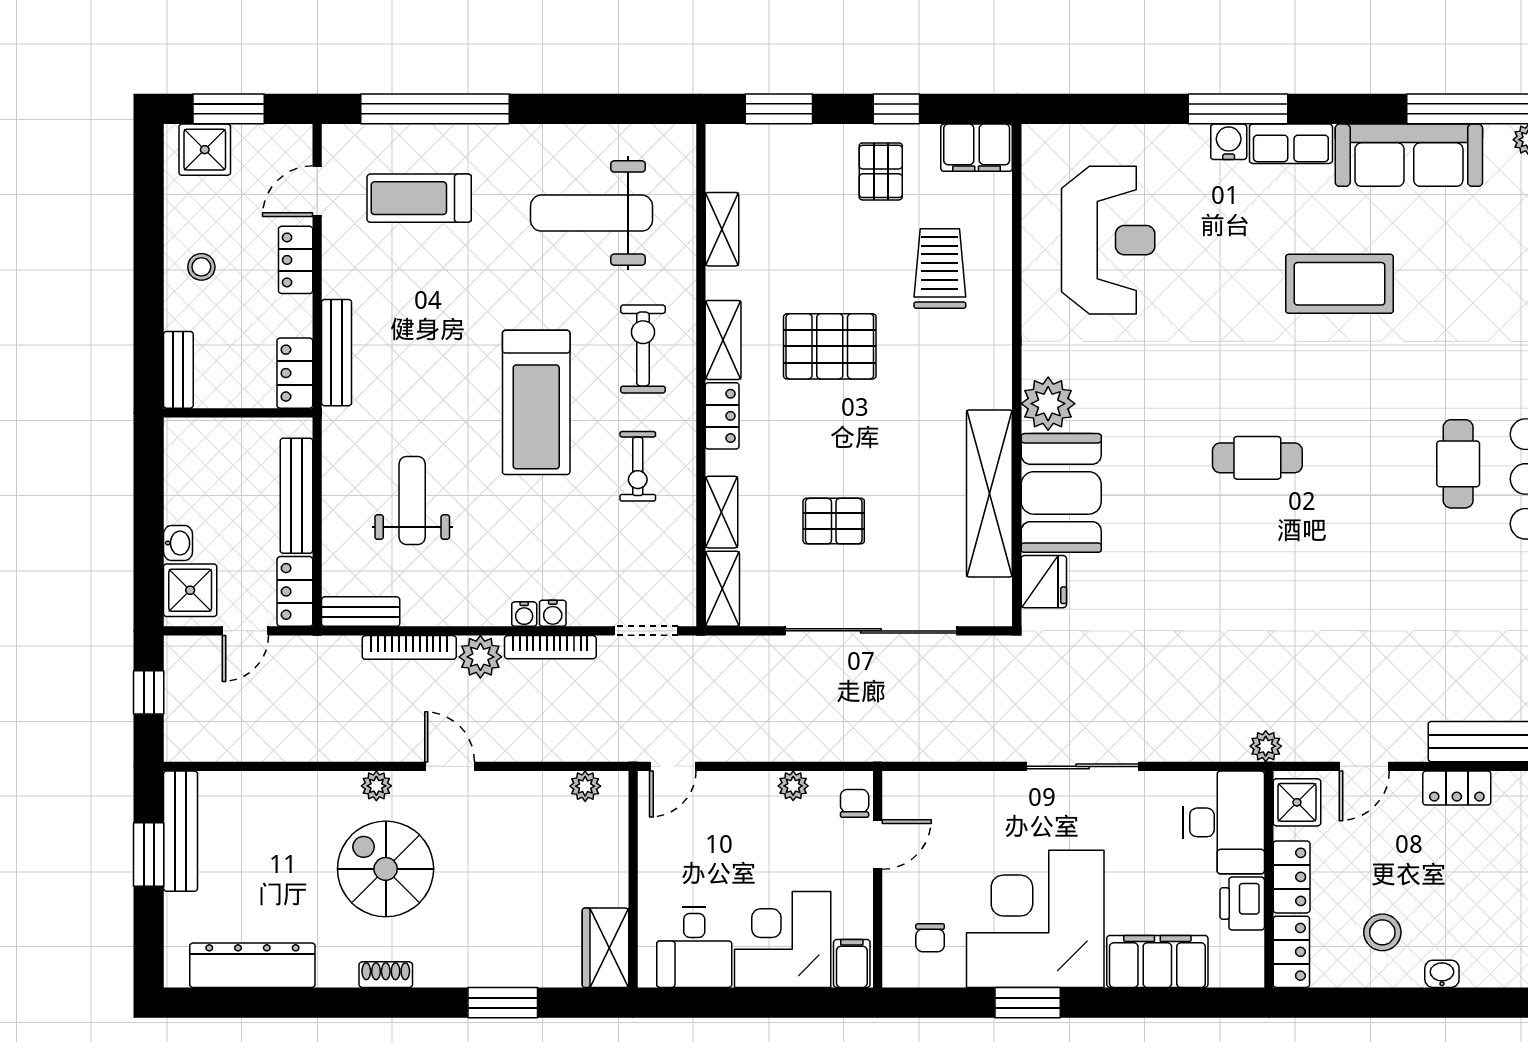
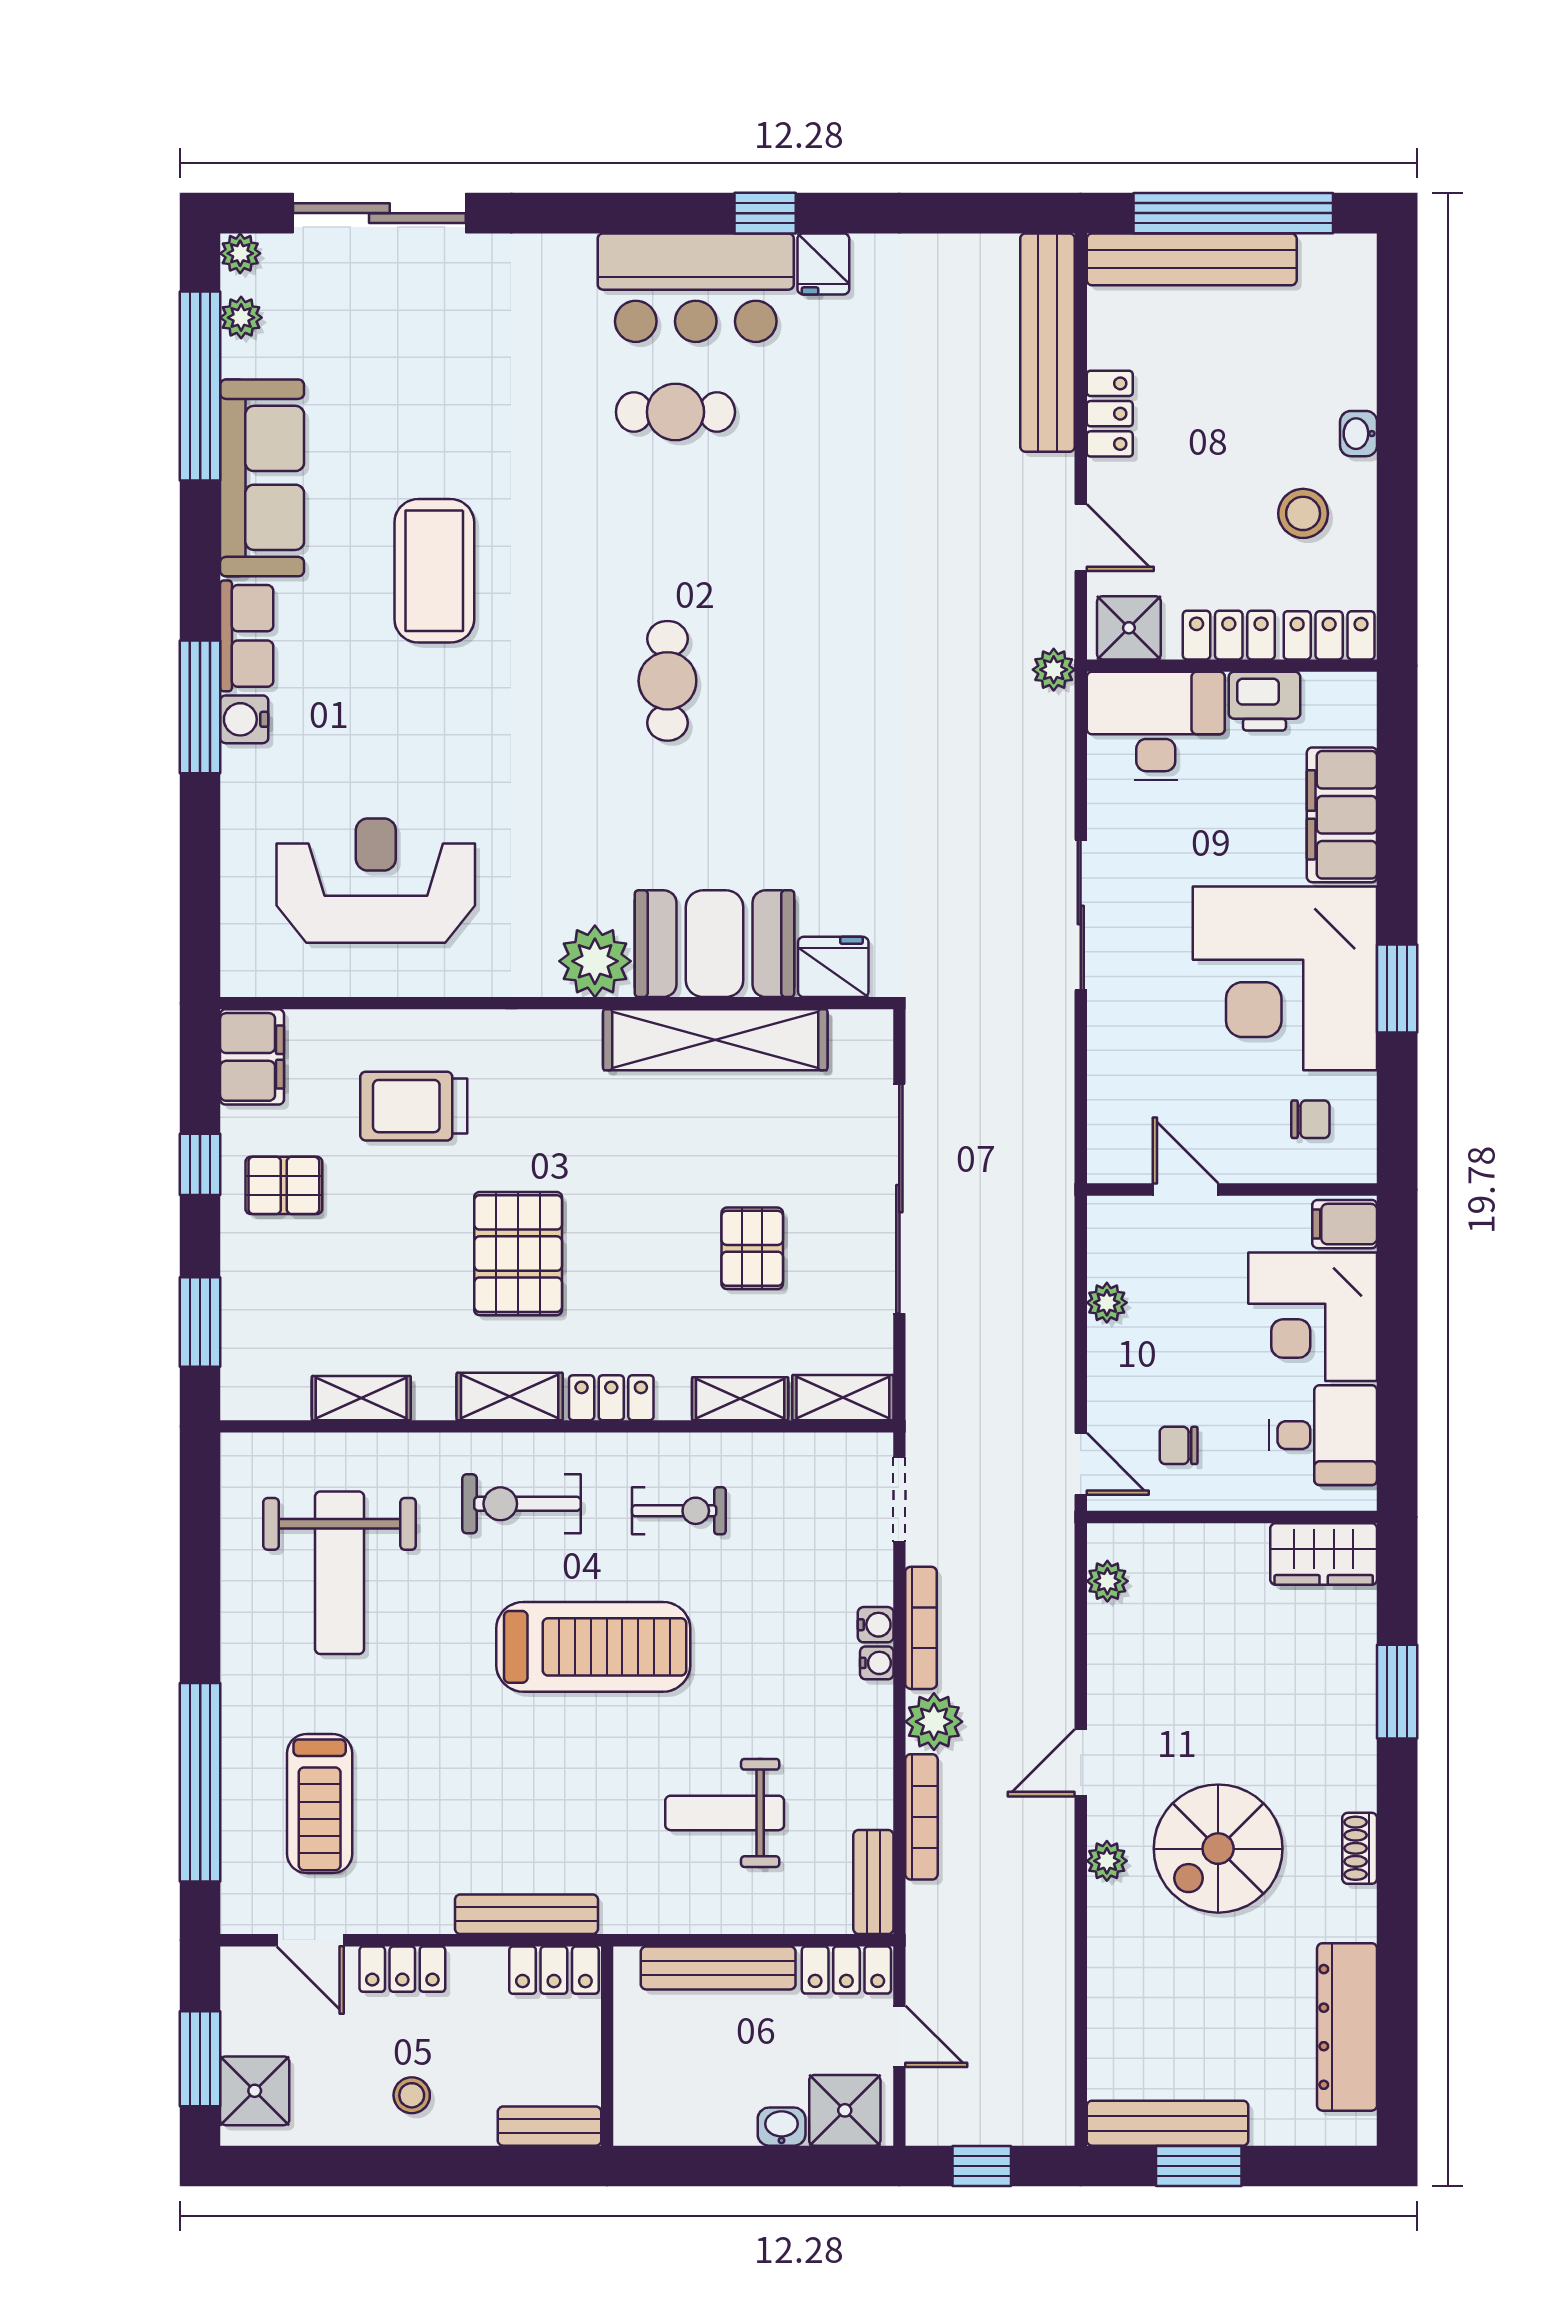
chair: (855, 803) -> (1179, 1445), moved

